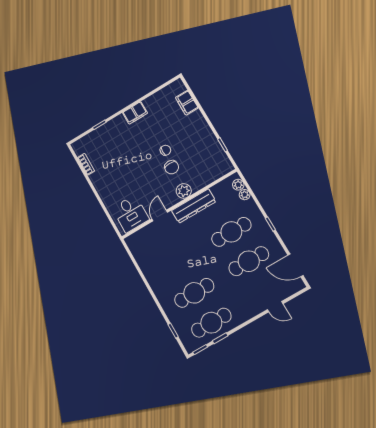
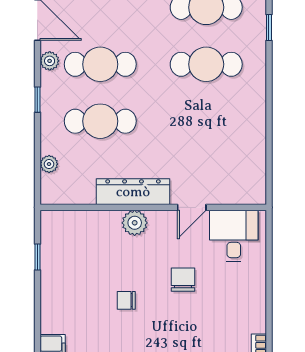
chair: (172, 167) -> (183, 280), moved
plant: (238, 185) -> (50, 61), moved

